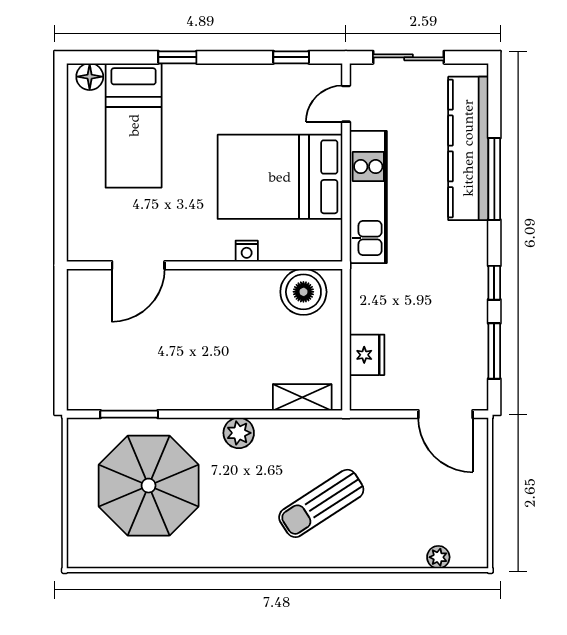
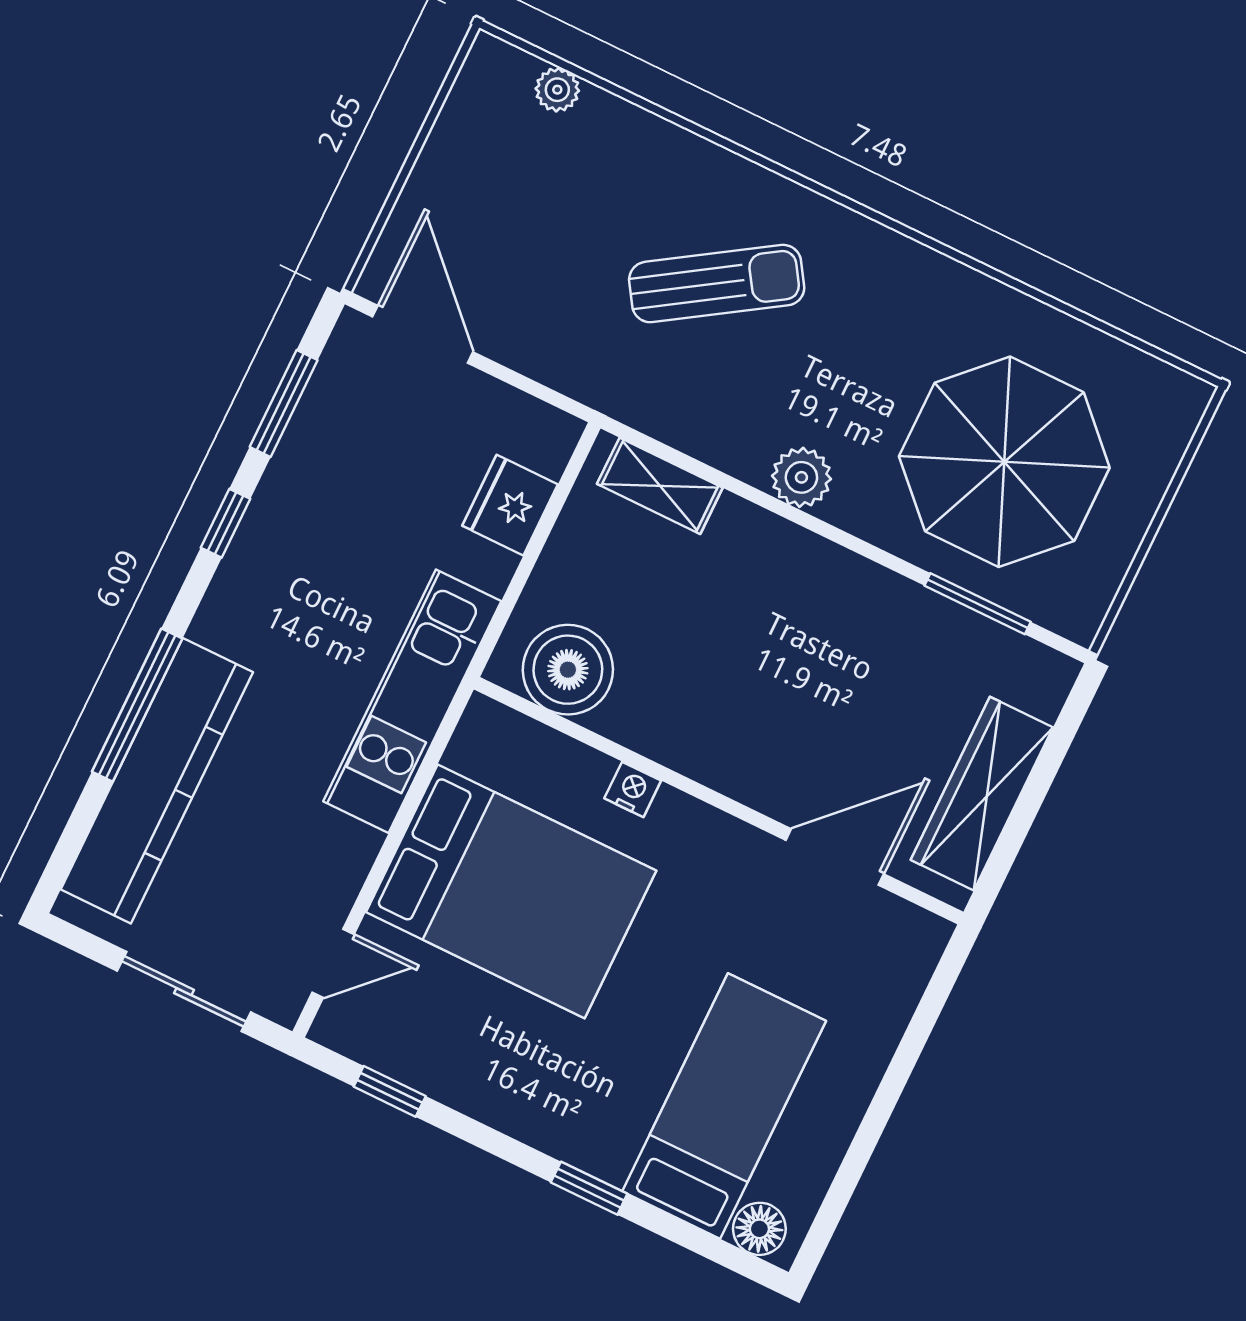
kitchen unit: (368, 197) -> (412, 701), moved
wardrobe: (85, 327) -> (982, 794), added

